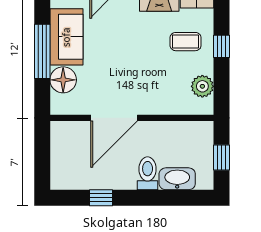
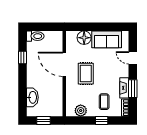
window: (42, 51) -> (99, 27), removed
rug: (132, 77) -> (86, 74), added
toilet: (148, 173) -> (35, 36), moved

